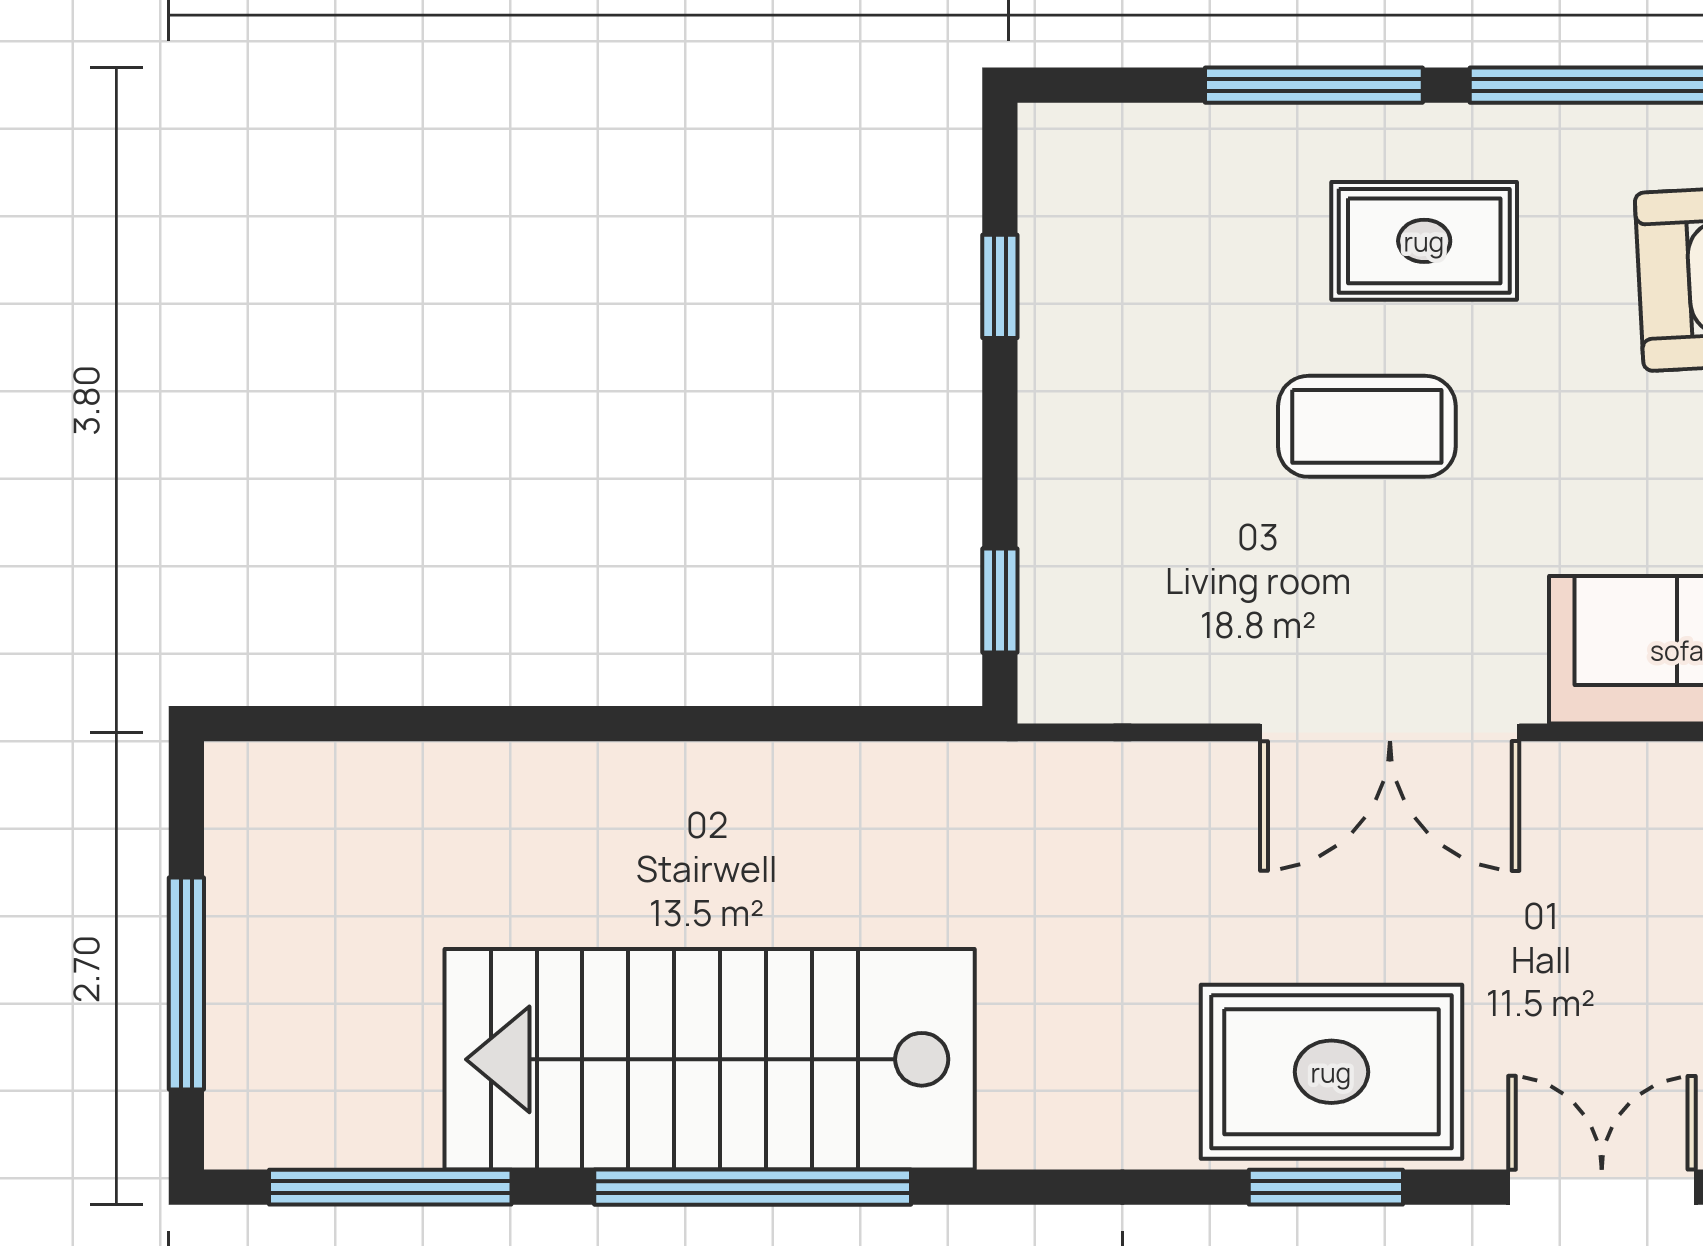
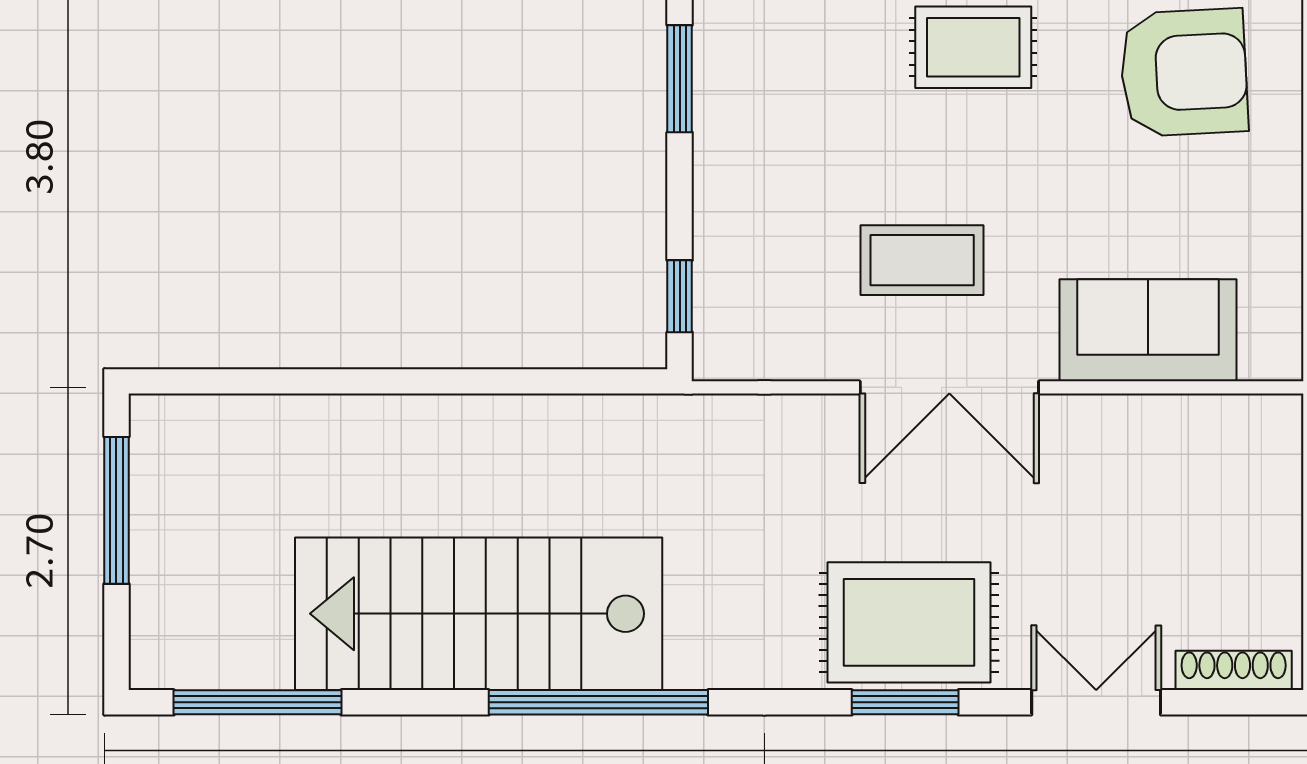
window: (1000, 286) -> (680, 79), width x1.50
coffee table: (1367, 426) -> (922, 260), moved
window: (186, 983) -> (116, 510), moved
window: (753, 1187) -> (598, 702), moved

